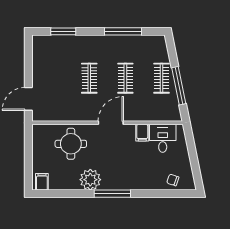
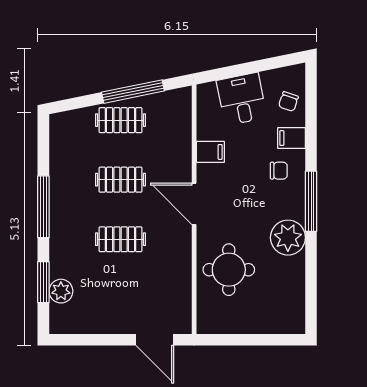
window: (123, 31) -> (43, 207), moved
plant: (58, 42) -> (61, 291), added
desk: (163, 138) -> (242, 99), moved, turned 79
chair: (131, 174) -> (279, 171), added
filing cabinet: (42, 182) -> (292, 138), moved

